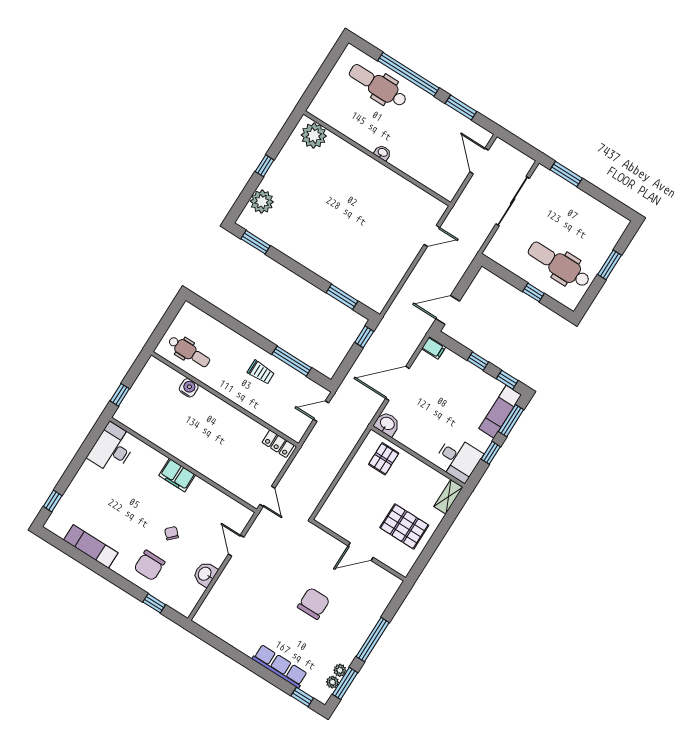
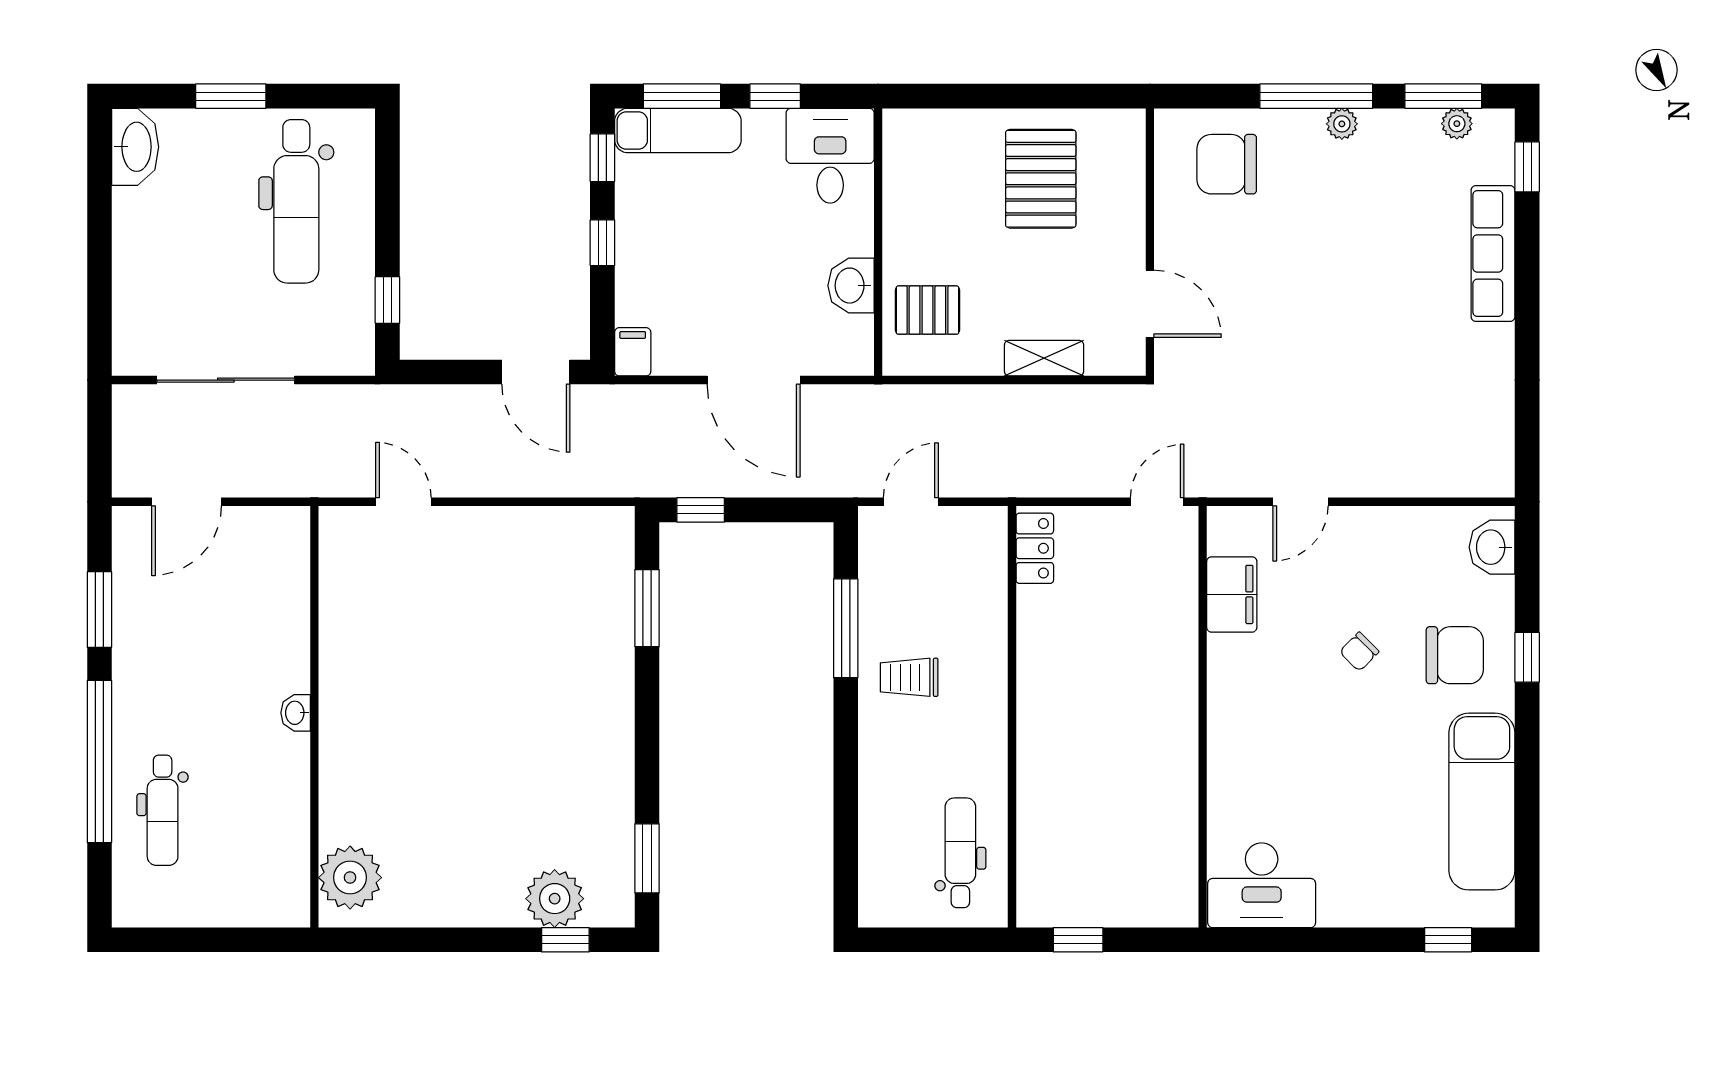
dental chair: (378, 85) -> (163, 810), width x0.73, depth x0.72
window: (265, 166) -> (565, 940), moved
window: (566, 174) -> (99, 305), removed
washbasin: (613, 221) -> (135, 147), added
window: (533, 292) -> (387, 300), moved
trolley: (261, 372) -> (909, 677), turned -90
water cooler: (189, 388) -> (1036, 806), removed
window: (120, 395) -> (1078, 940), moved
door: (321, 411) -> (911, 502), swing flipped
washbasin: (387, 424) -> (851, 286), moved
filing cabinet: (177, 475) -> (1232, 594), moved
shelving: (448, 497) -> (1044, 358), moved
exam couch: (91, 546) -> (1482, 802), width x1.36, depth x1.45
door: (361, 552) -> (1150, 304), moved
washbasin: (205, 574) -> (1492, 547), moved, turned 90
window: (154, 603) -> (1527, 657), moved
chair: (314, 603) -> (1227, 164), moved
plant: (340, 670) -> (1342, 124), moved

